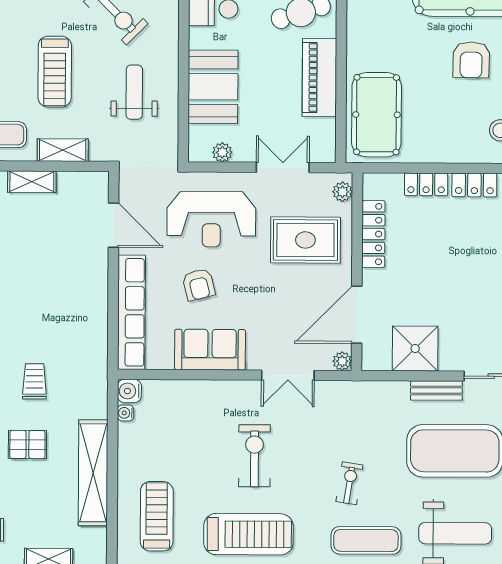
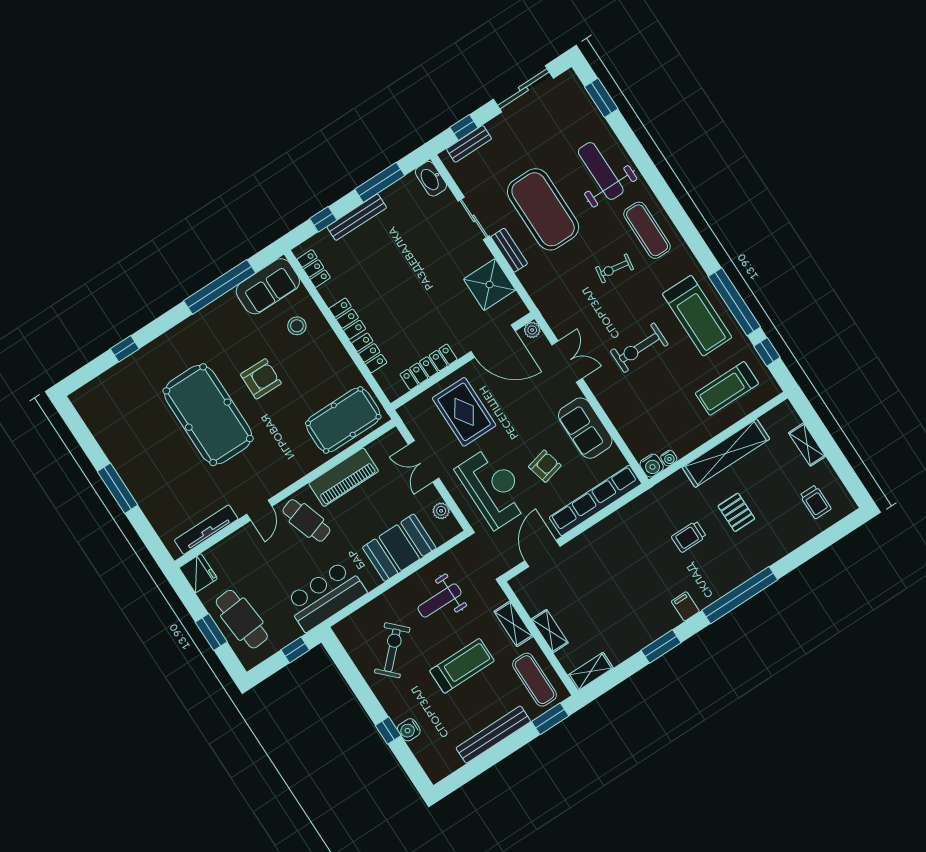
plant: (342, 192) -> (413, 408), removed
treadmill: (248, 534) -> (697, 316), turned 180

